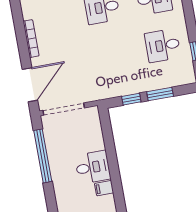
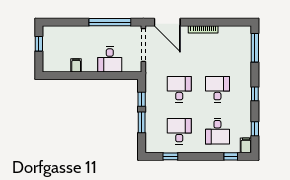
desk: (111, 55) -> (179, 89), added
desk: (93, 167) -> (110, 59), moved

